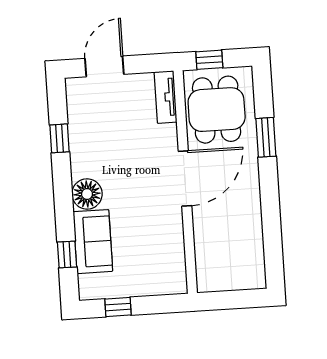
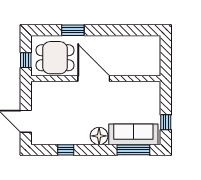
tv unit: (166, 97) -> (46, 87), removed
sofa: (93, 242) -> (133, 134), width x1.36
window: (67, 254) -> (133, 150), width x2.17

